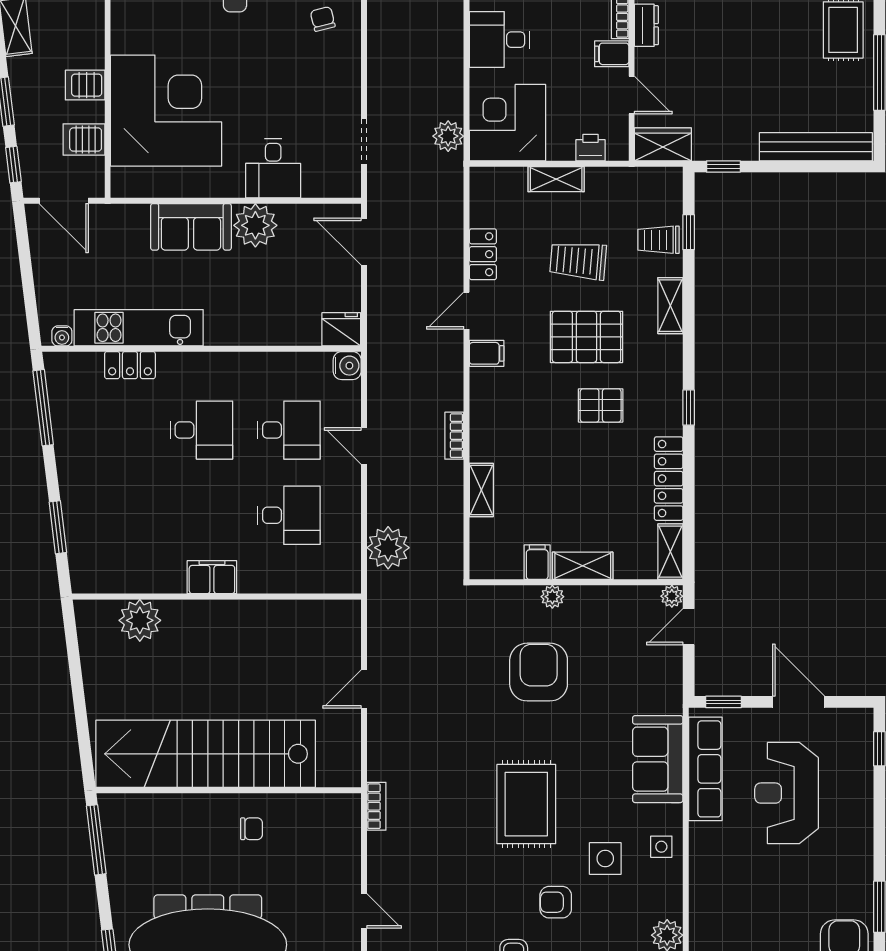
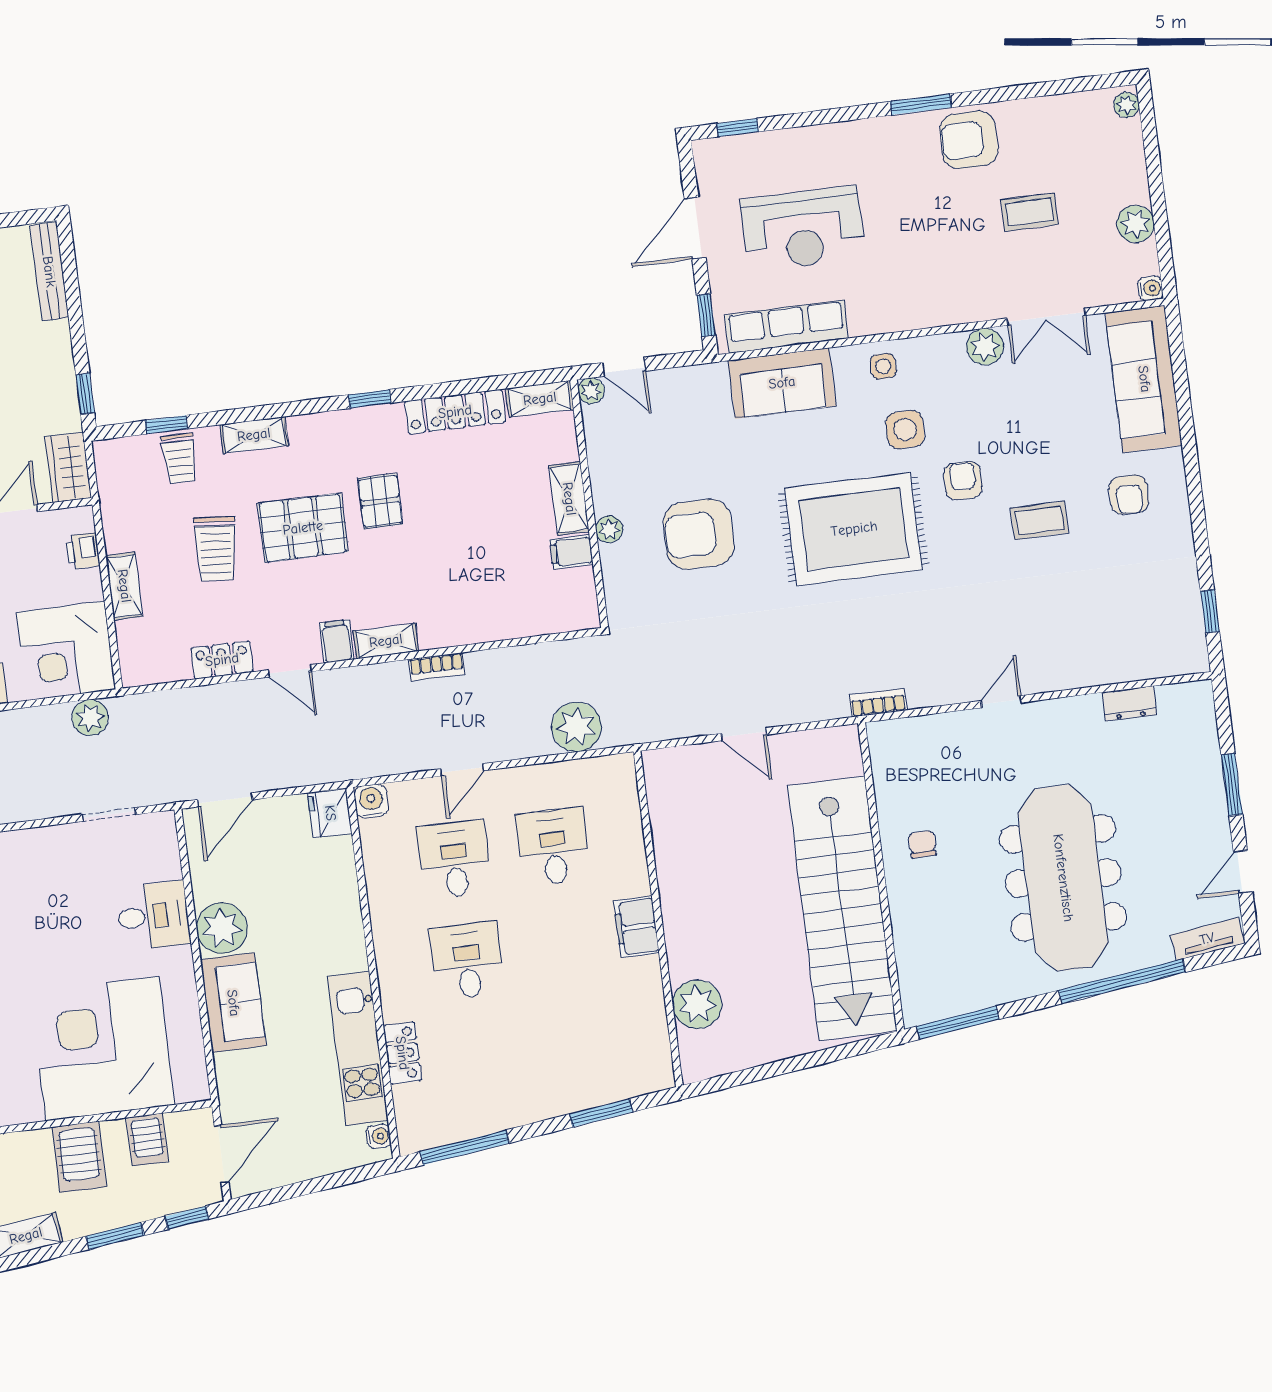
server rack: (85, 85) -> (79, 1157), width x1.36, depth x1.44
bench: (816, 147) -> (49, 272), width x0.73, depth x0.82
pallet: (586, 337) -> (303, 528), turned 90
shelving: (481, 490) -> (386, 641), moved
rug: (526, 804) -> (854, 529), width x1.37, depth x1.44
armchair: (556, 902) -> (963, 481), turned 180

